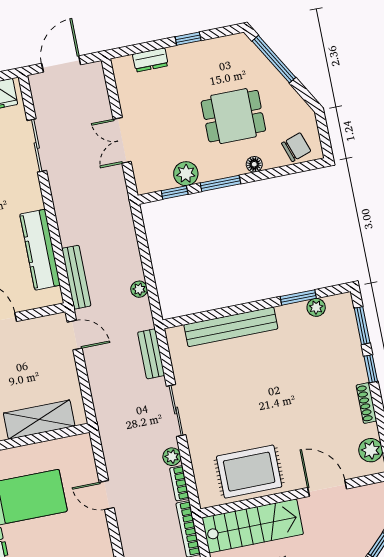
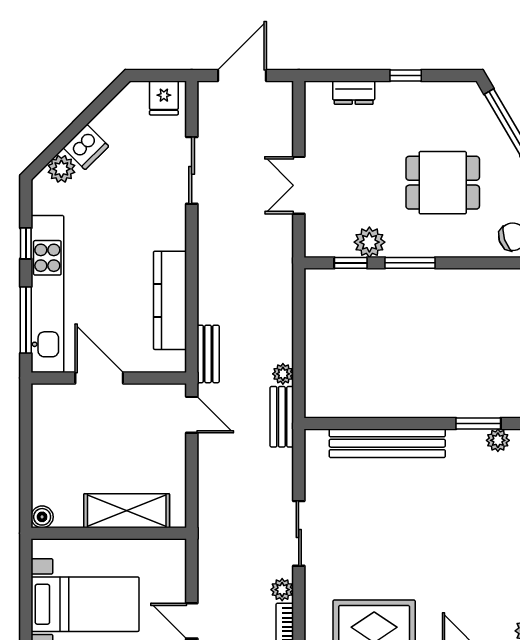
floor lamp: (254, 164) -> (457, 248), removed
bench: (76, 277) -> (208, 354), width x0.73
bench: (151, 354) -> (282, 417), moved

